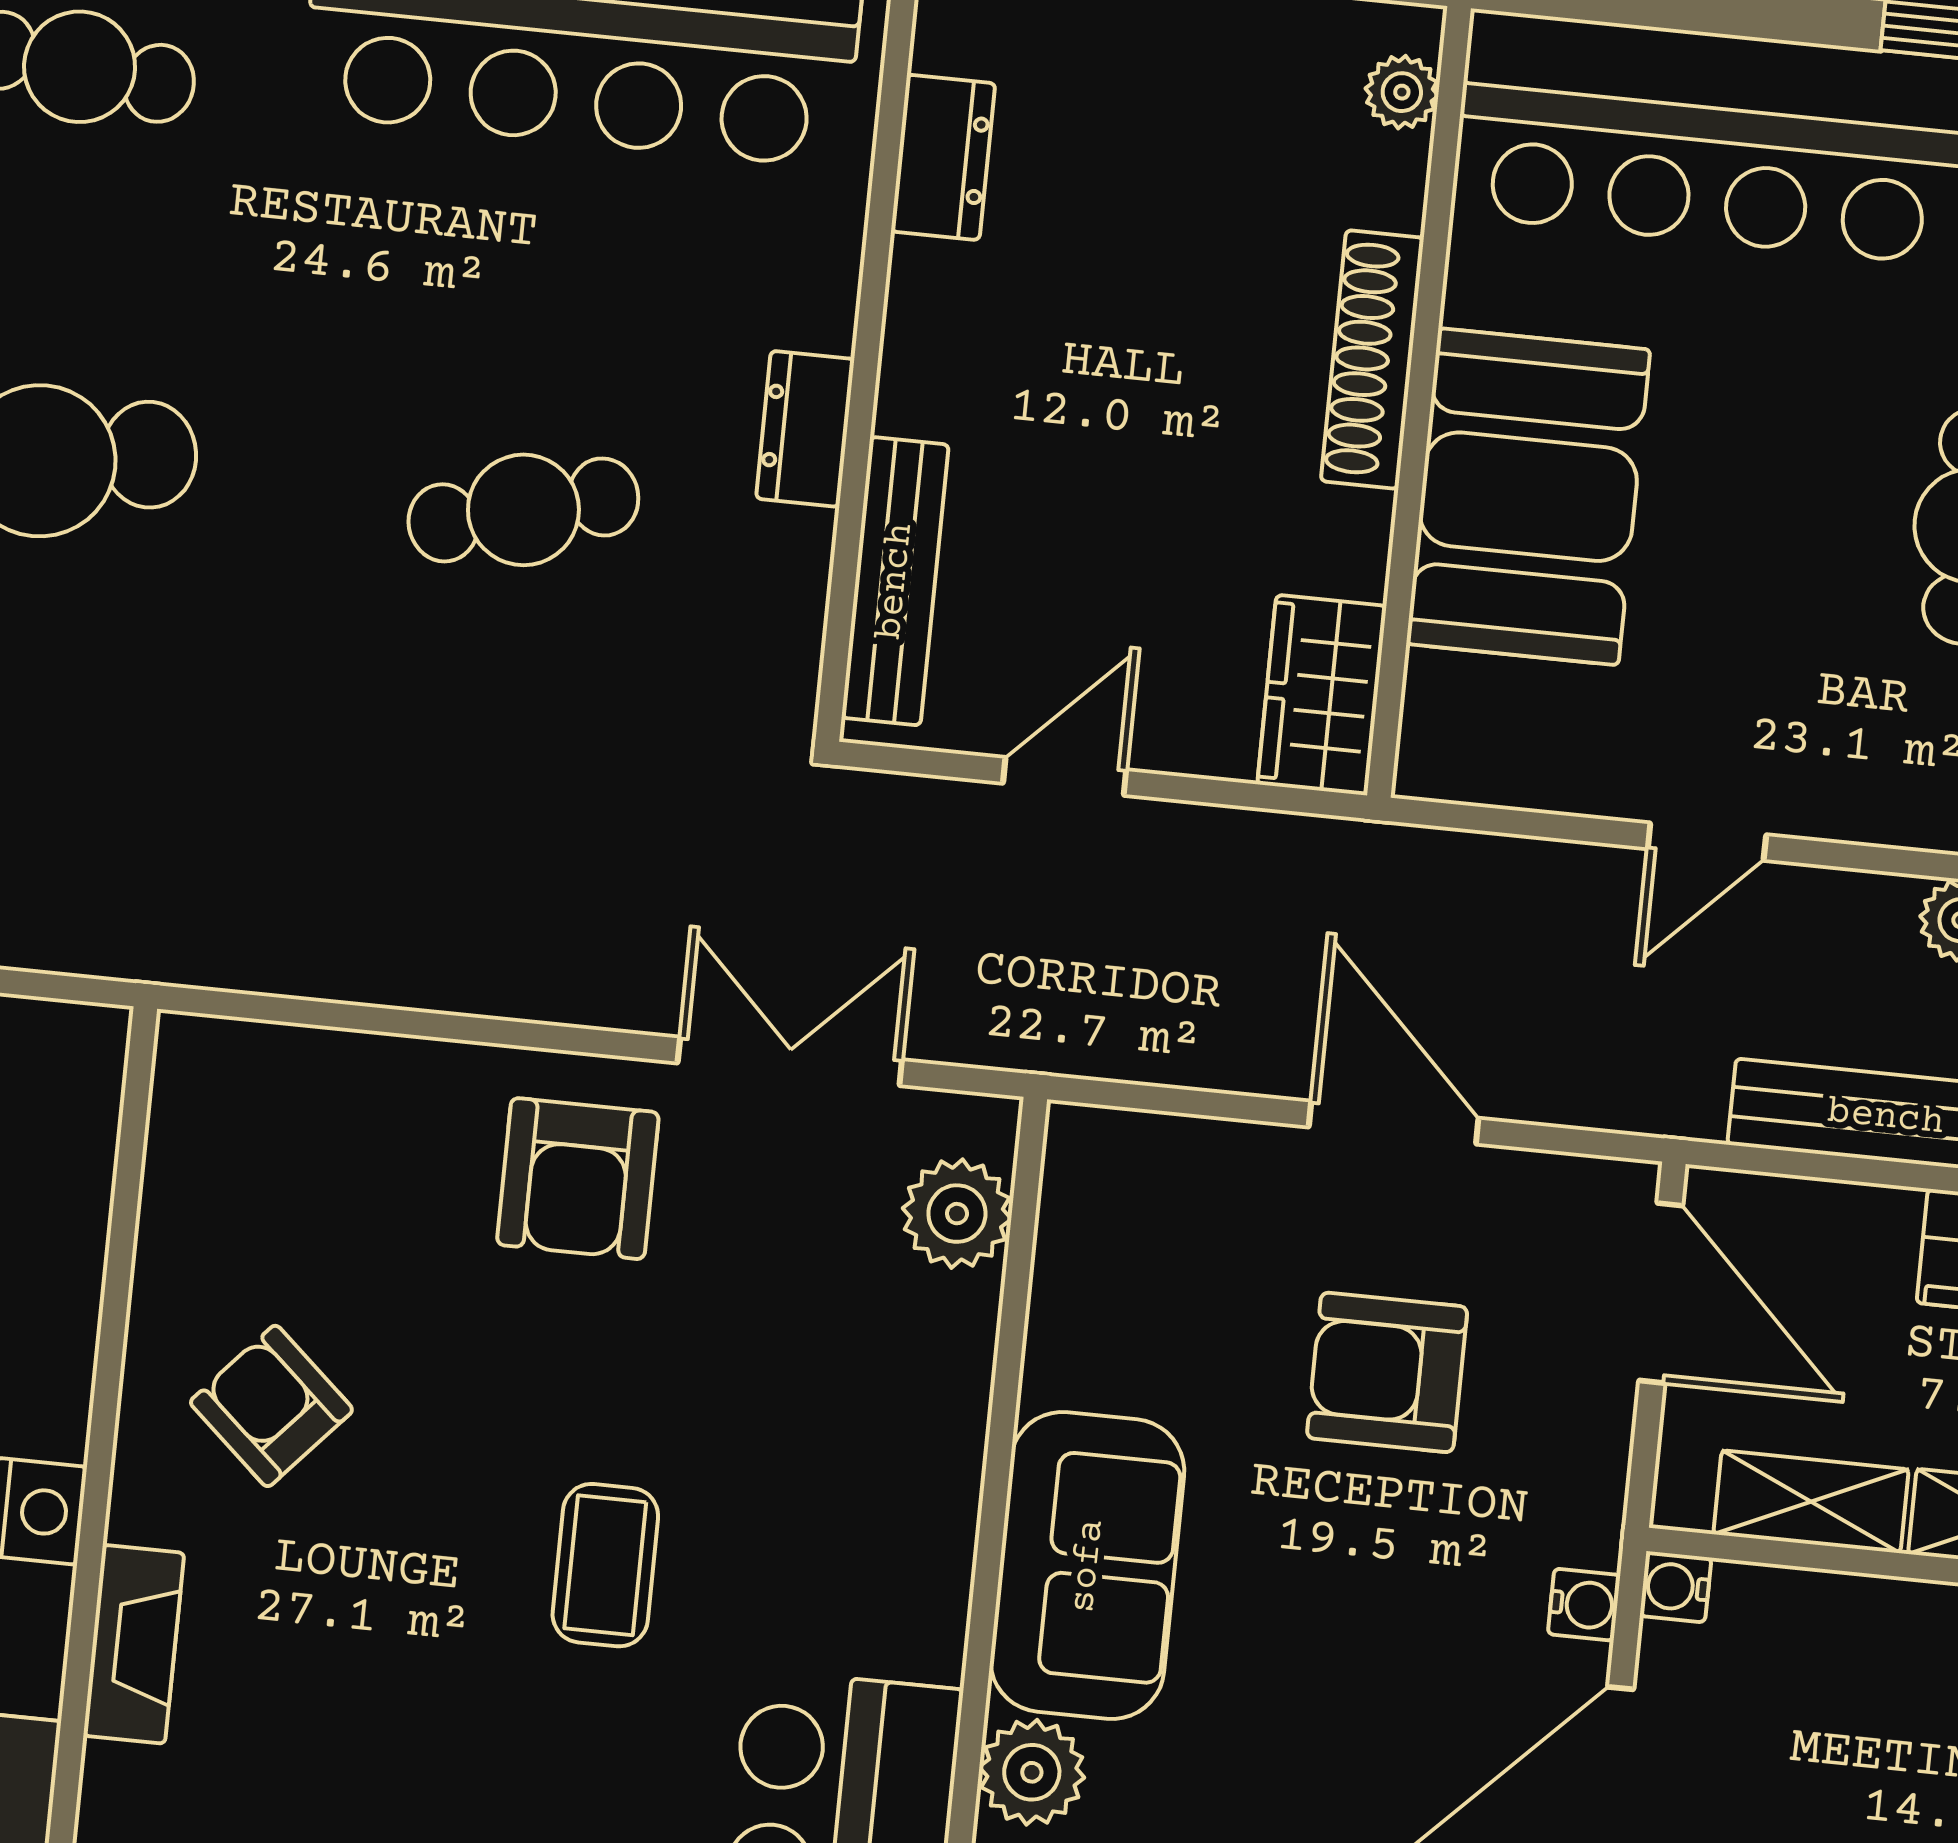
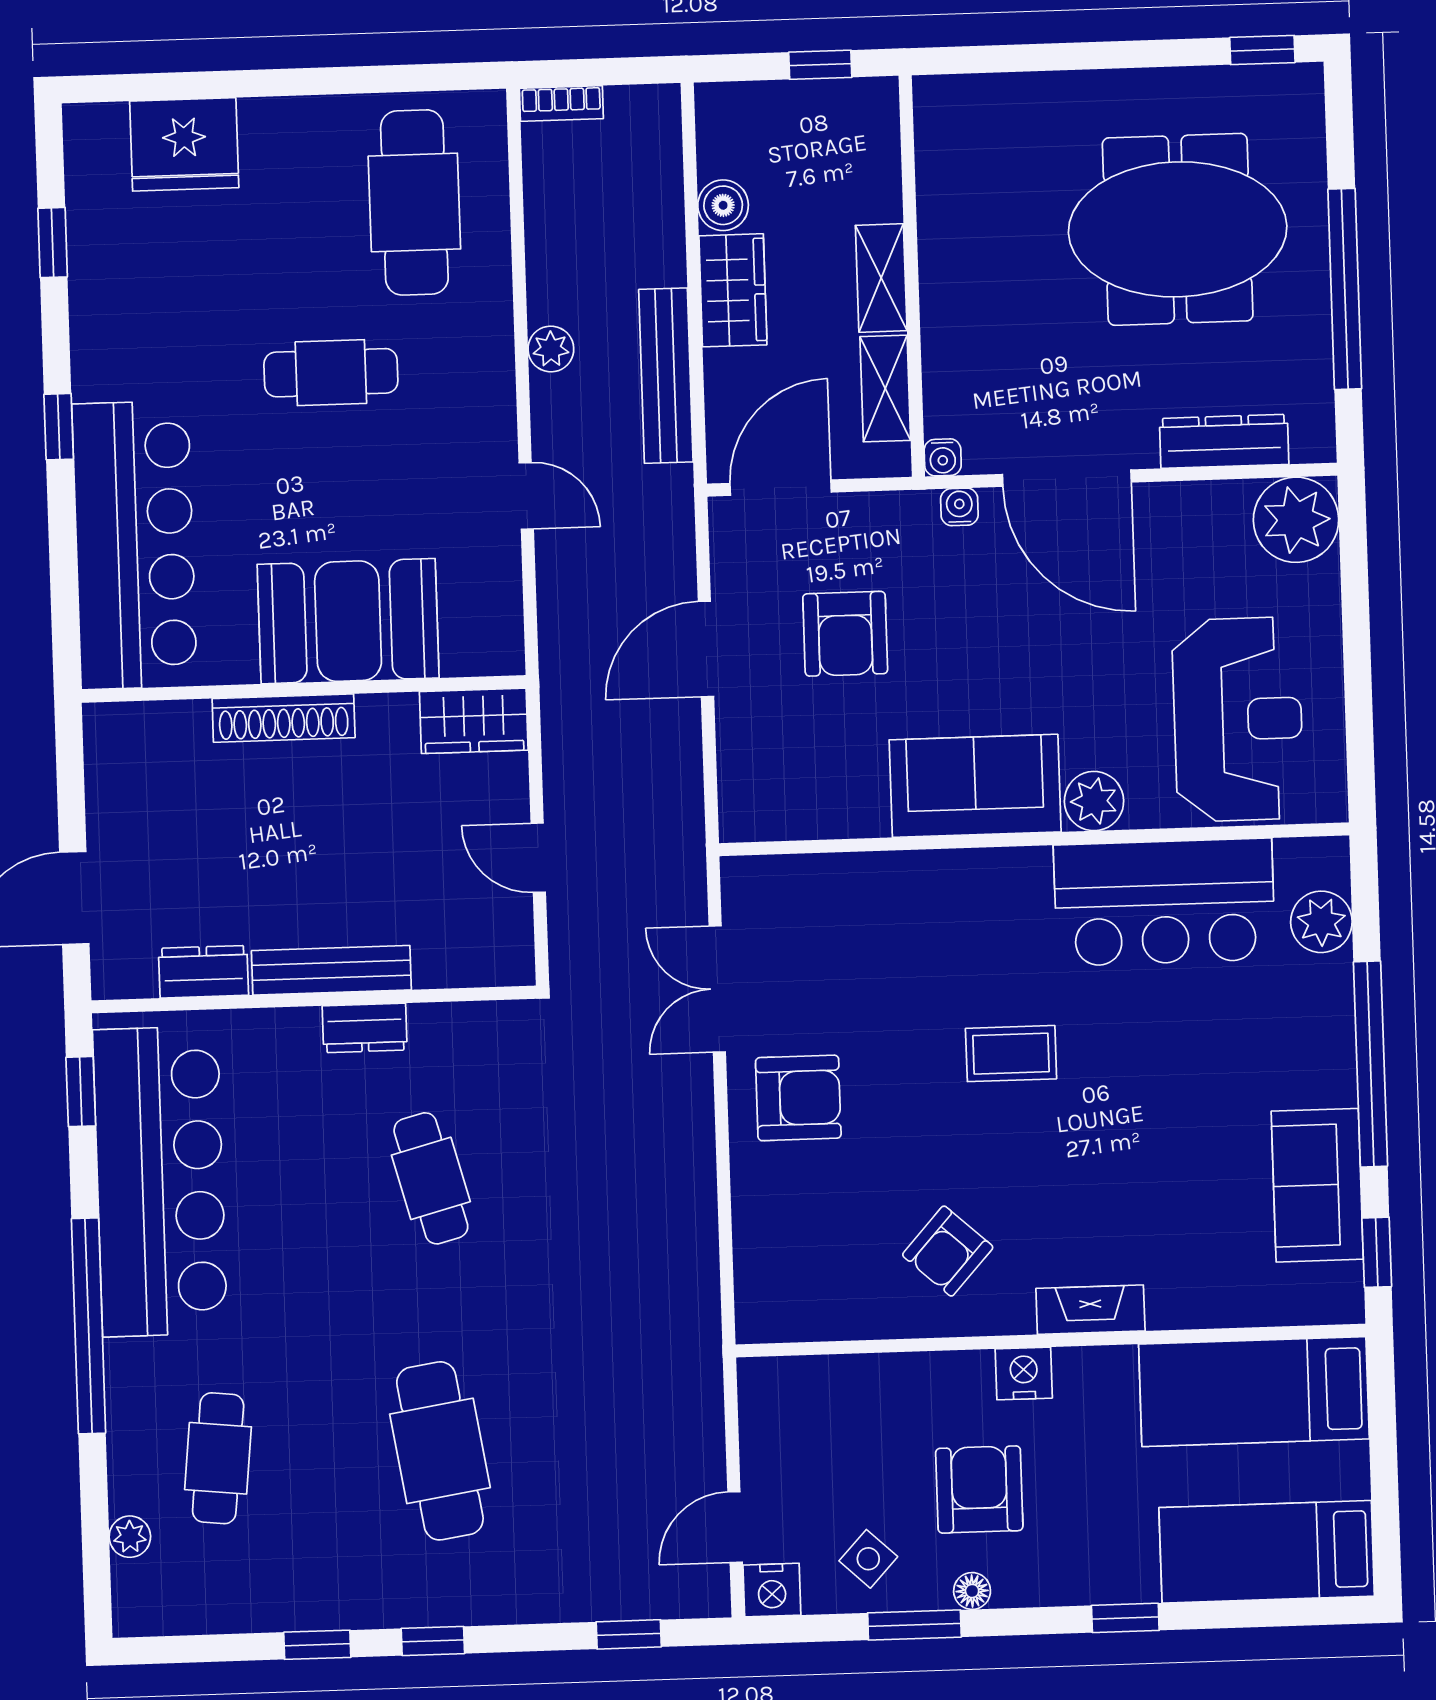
plant: (1402, 92) -> (133, 722), removed
bench: (895, 581) -> (331, 970), moved
plant: (957, 1214) -> (789, 885), removed

